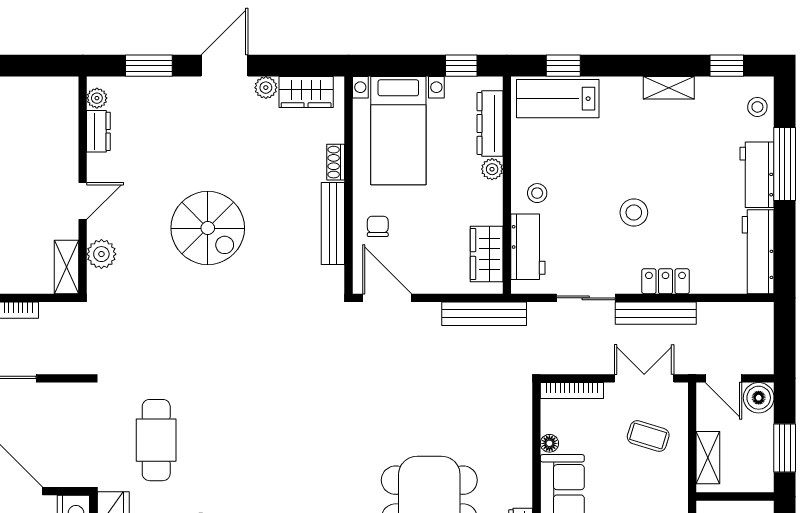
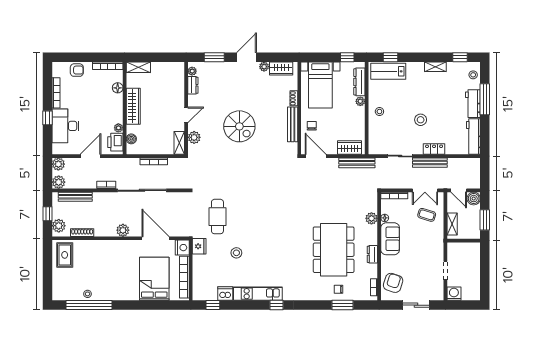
workbench: (528, 247) -> (376, 134), removed
wardrobe: (487, 254) -> (349, 147), moved, turned 90
double door: (644, 378) -> (425, 190), swing flipped
plant: (518, 444) -> (371, 218), added

